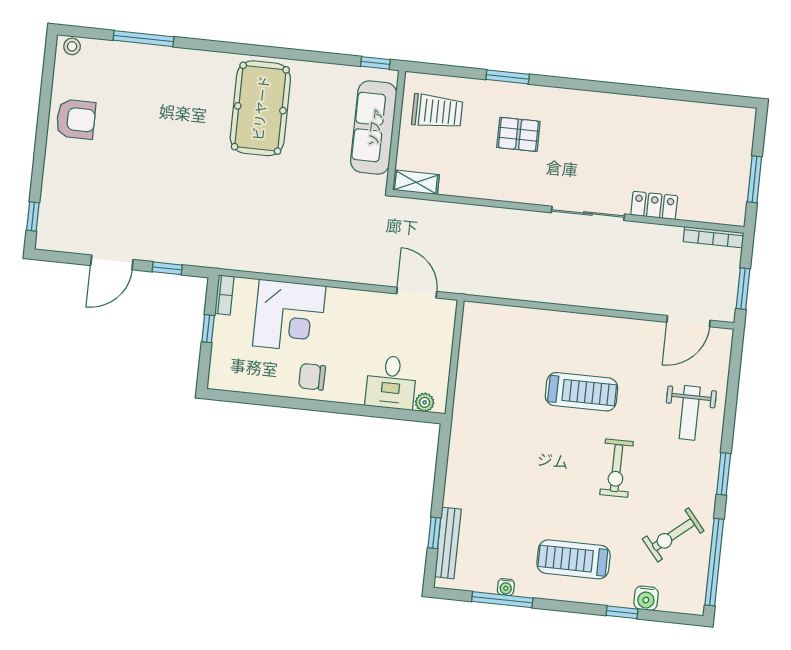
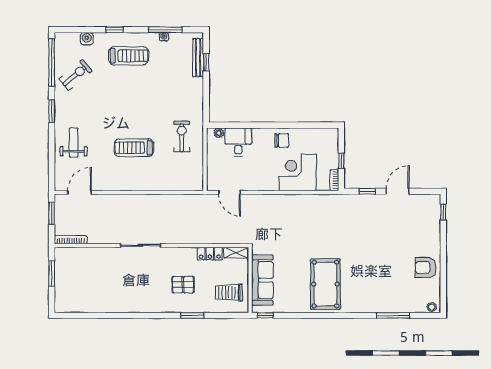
locker: (654, 205) -> (210, 254), moved
exercise bike: (617, 468) -> (182, 136), moved
window: (622, 612) -> (114, 30), moved

